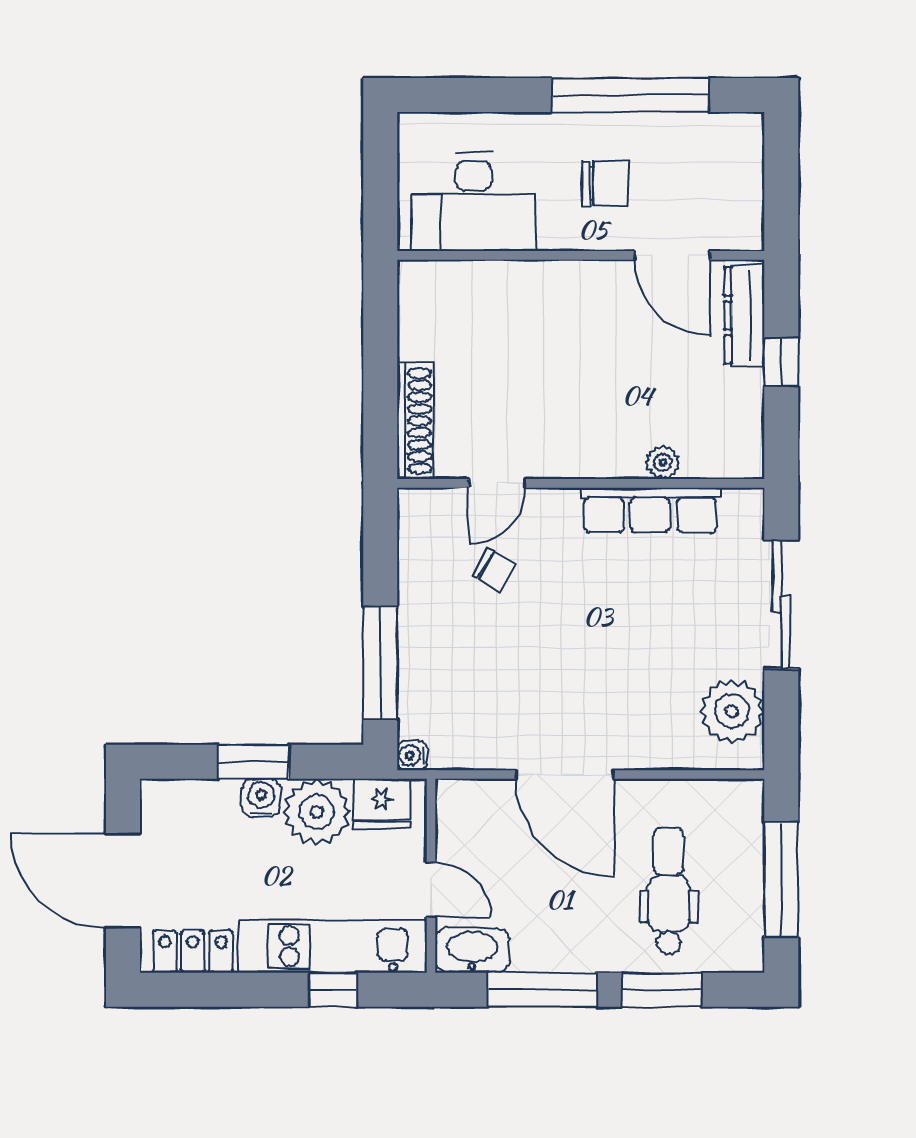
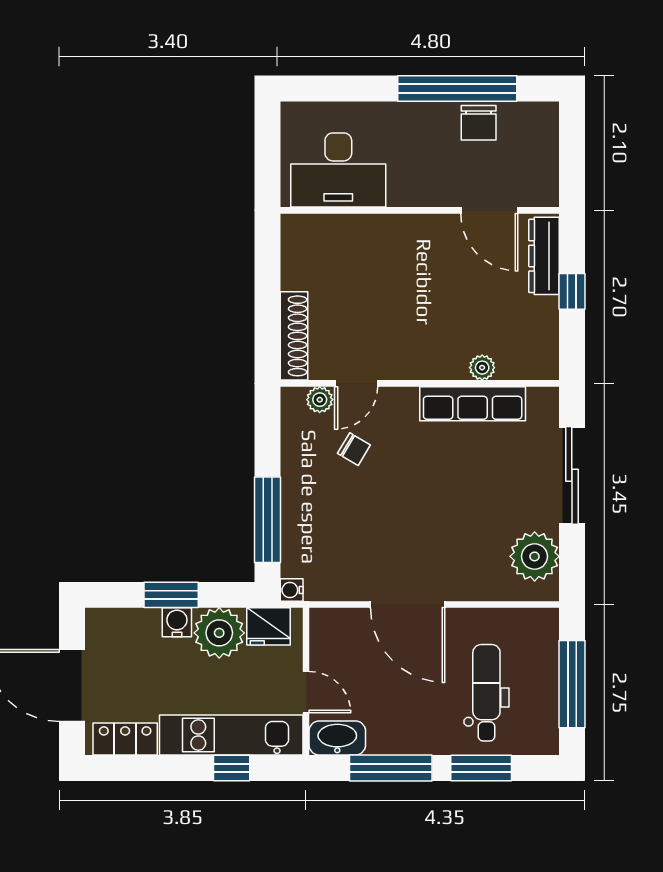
chair: (605, 183) -> (479, 123), moved, turned 90
plant: (449, 505) -> (320, 400), added

